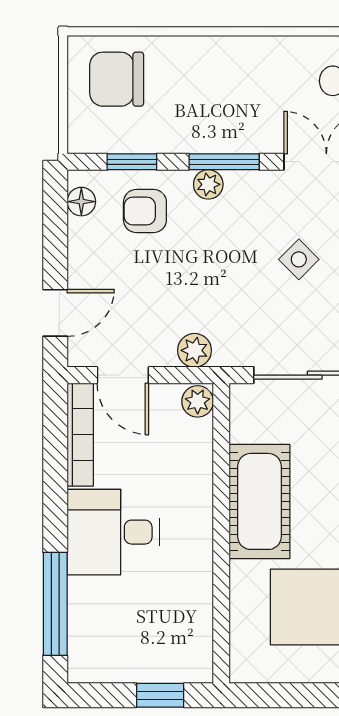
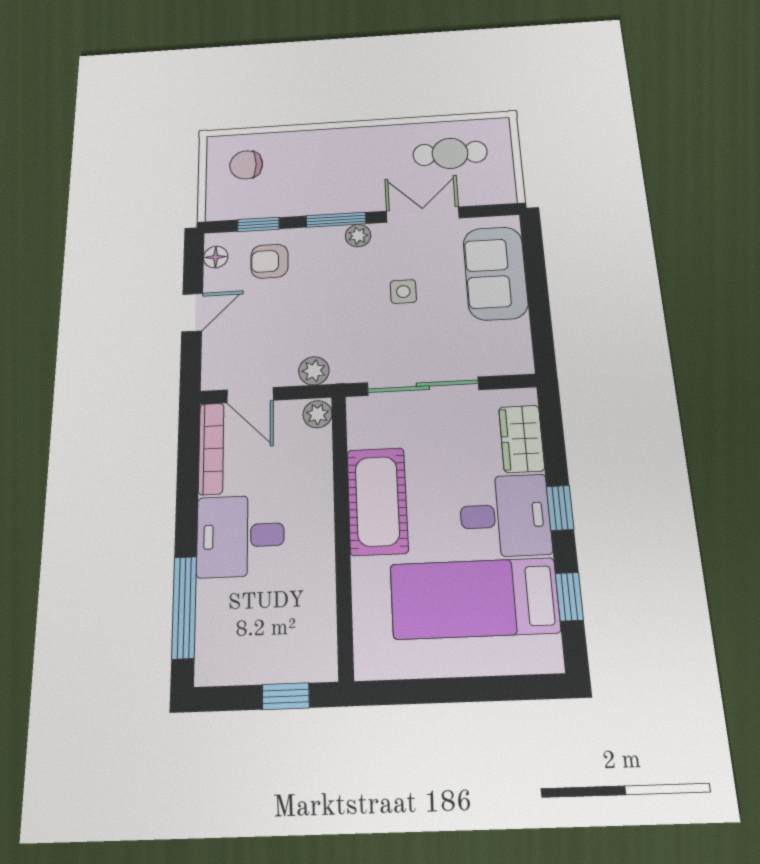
chair: (117, 79) -> (246, 165), width x0.73, depth x0.73
plant: (208, 184) -> (358, 236), moved
side table: (299, 259) -> (403, 292), turned 45
door: (55, 313) -> (192, 312), moved

